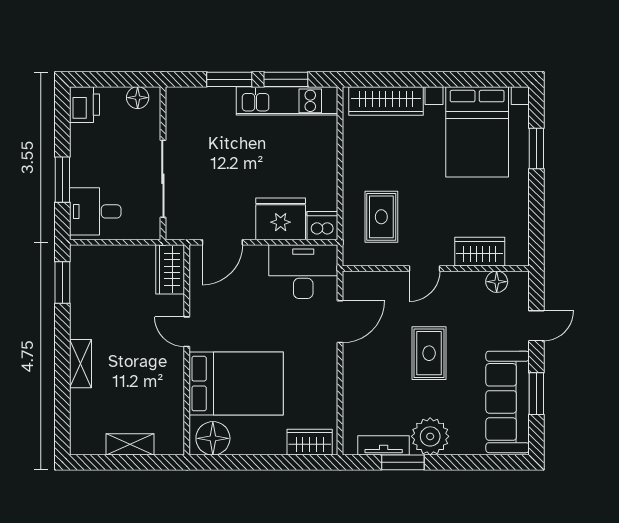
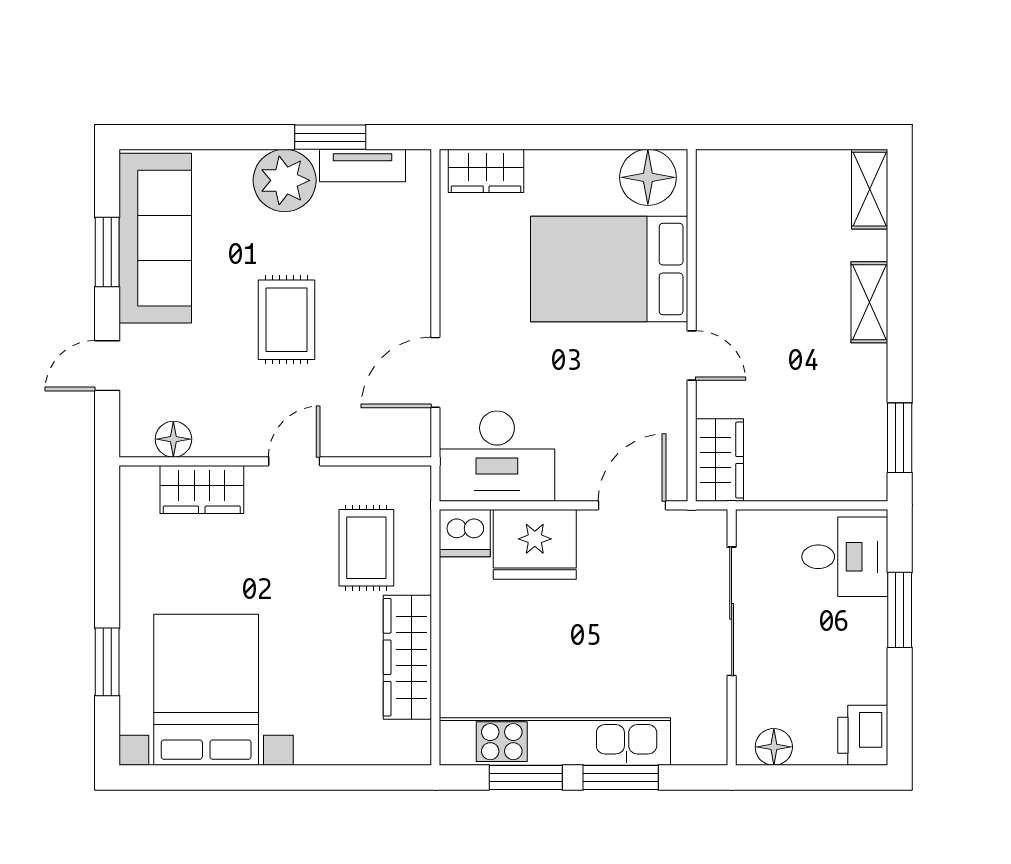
kitchen unit: (287, 101) -> (555, 742), width x1.36
wardrobe: (386, 101) -> (407, 657), moved, turned -90
shelving: (130, 444) -> (870, 189), moved, turned 90

